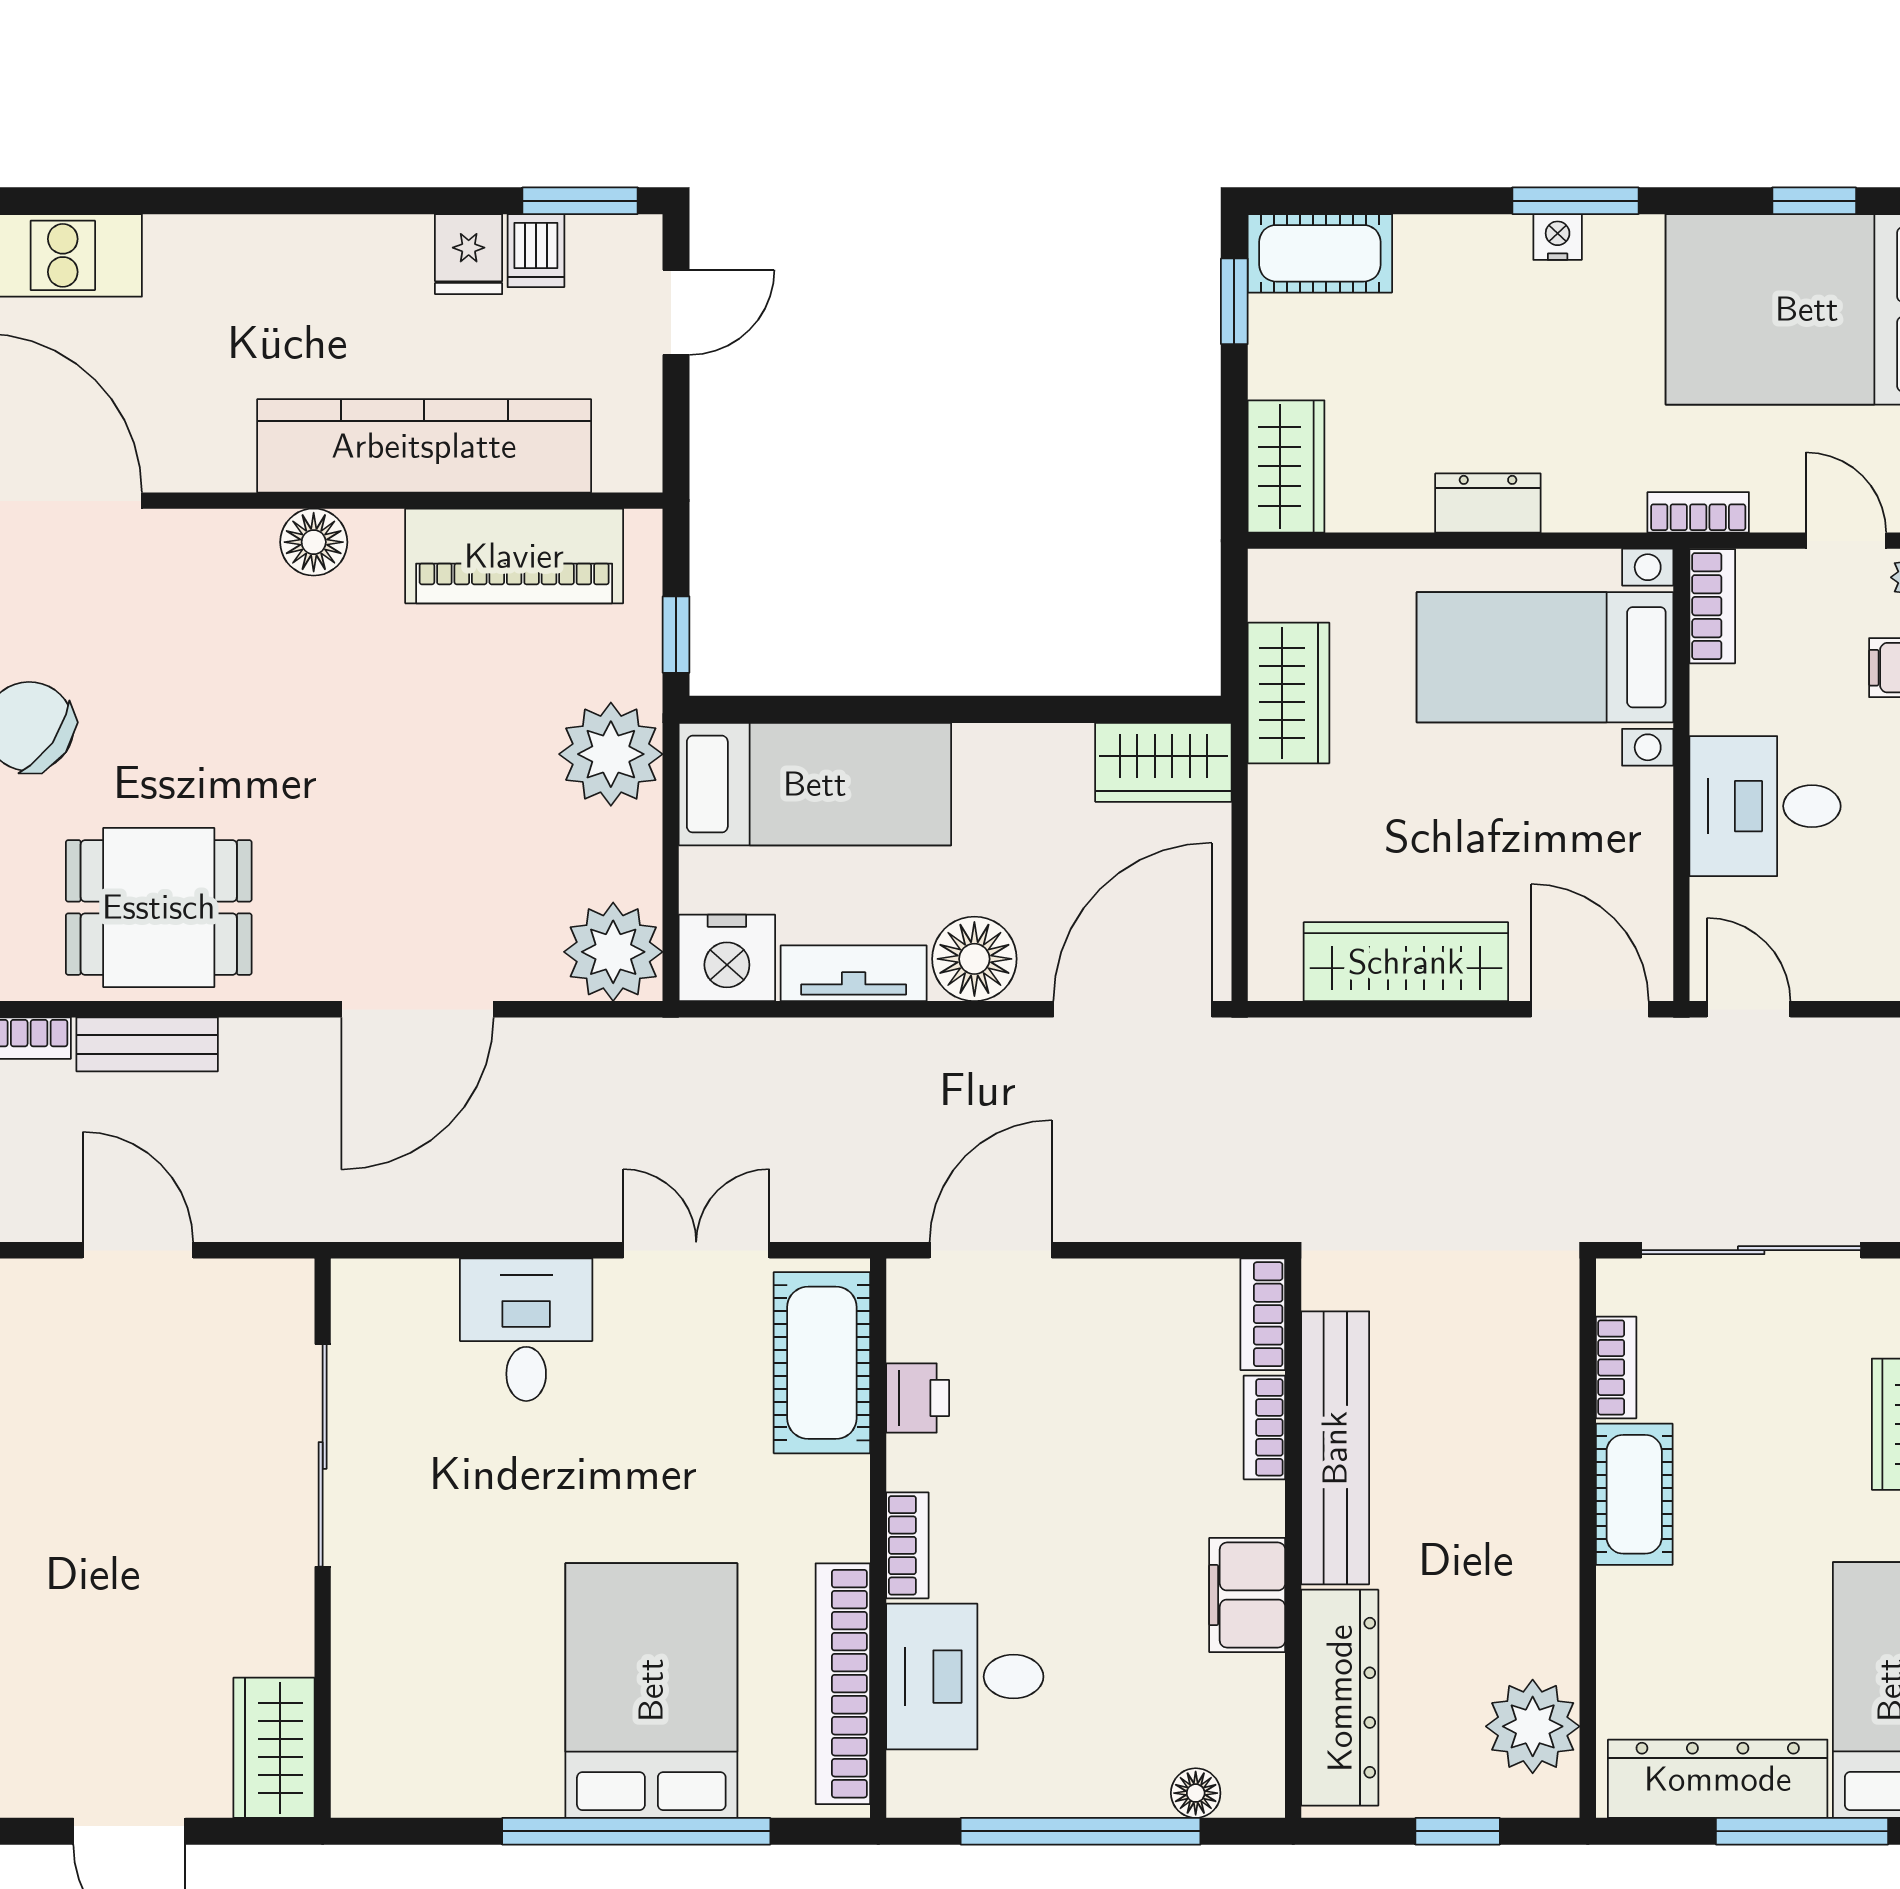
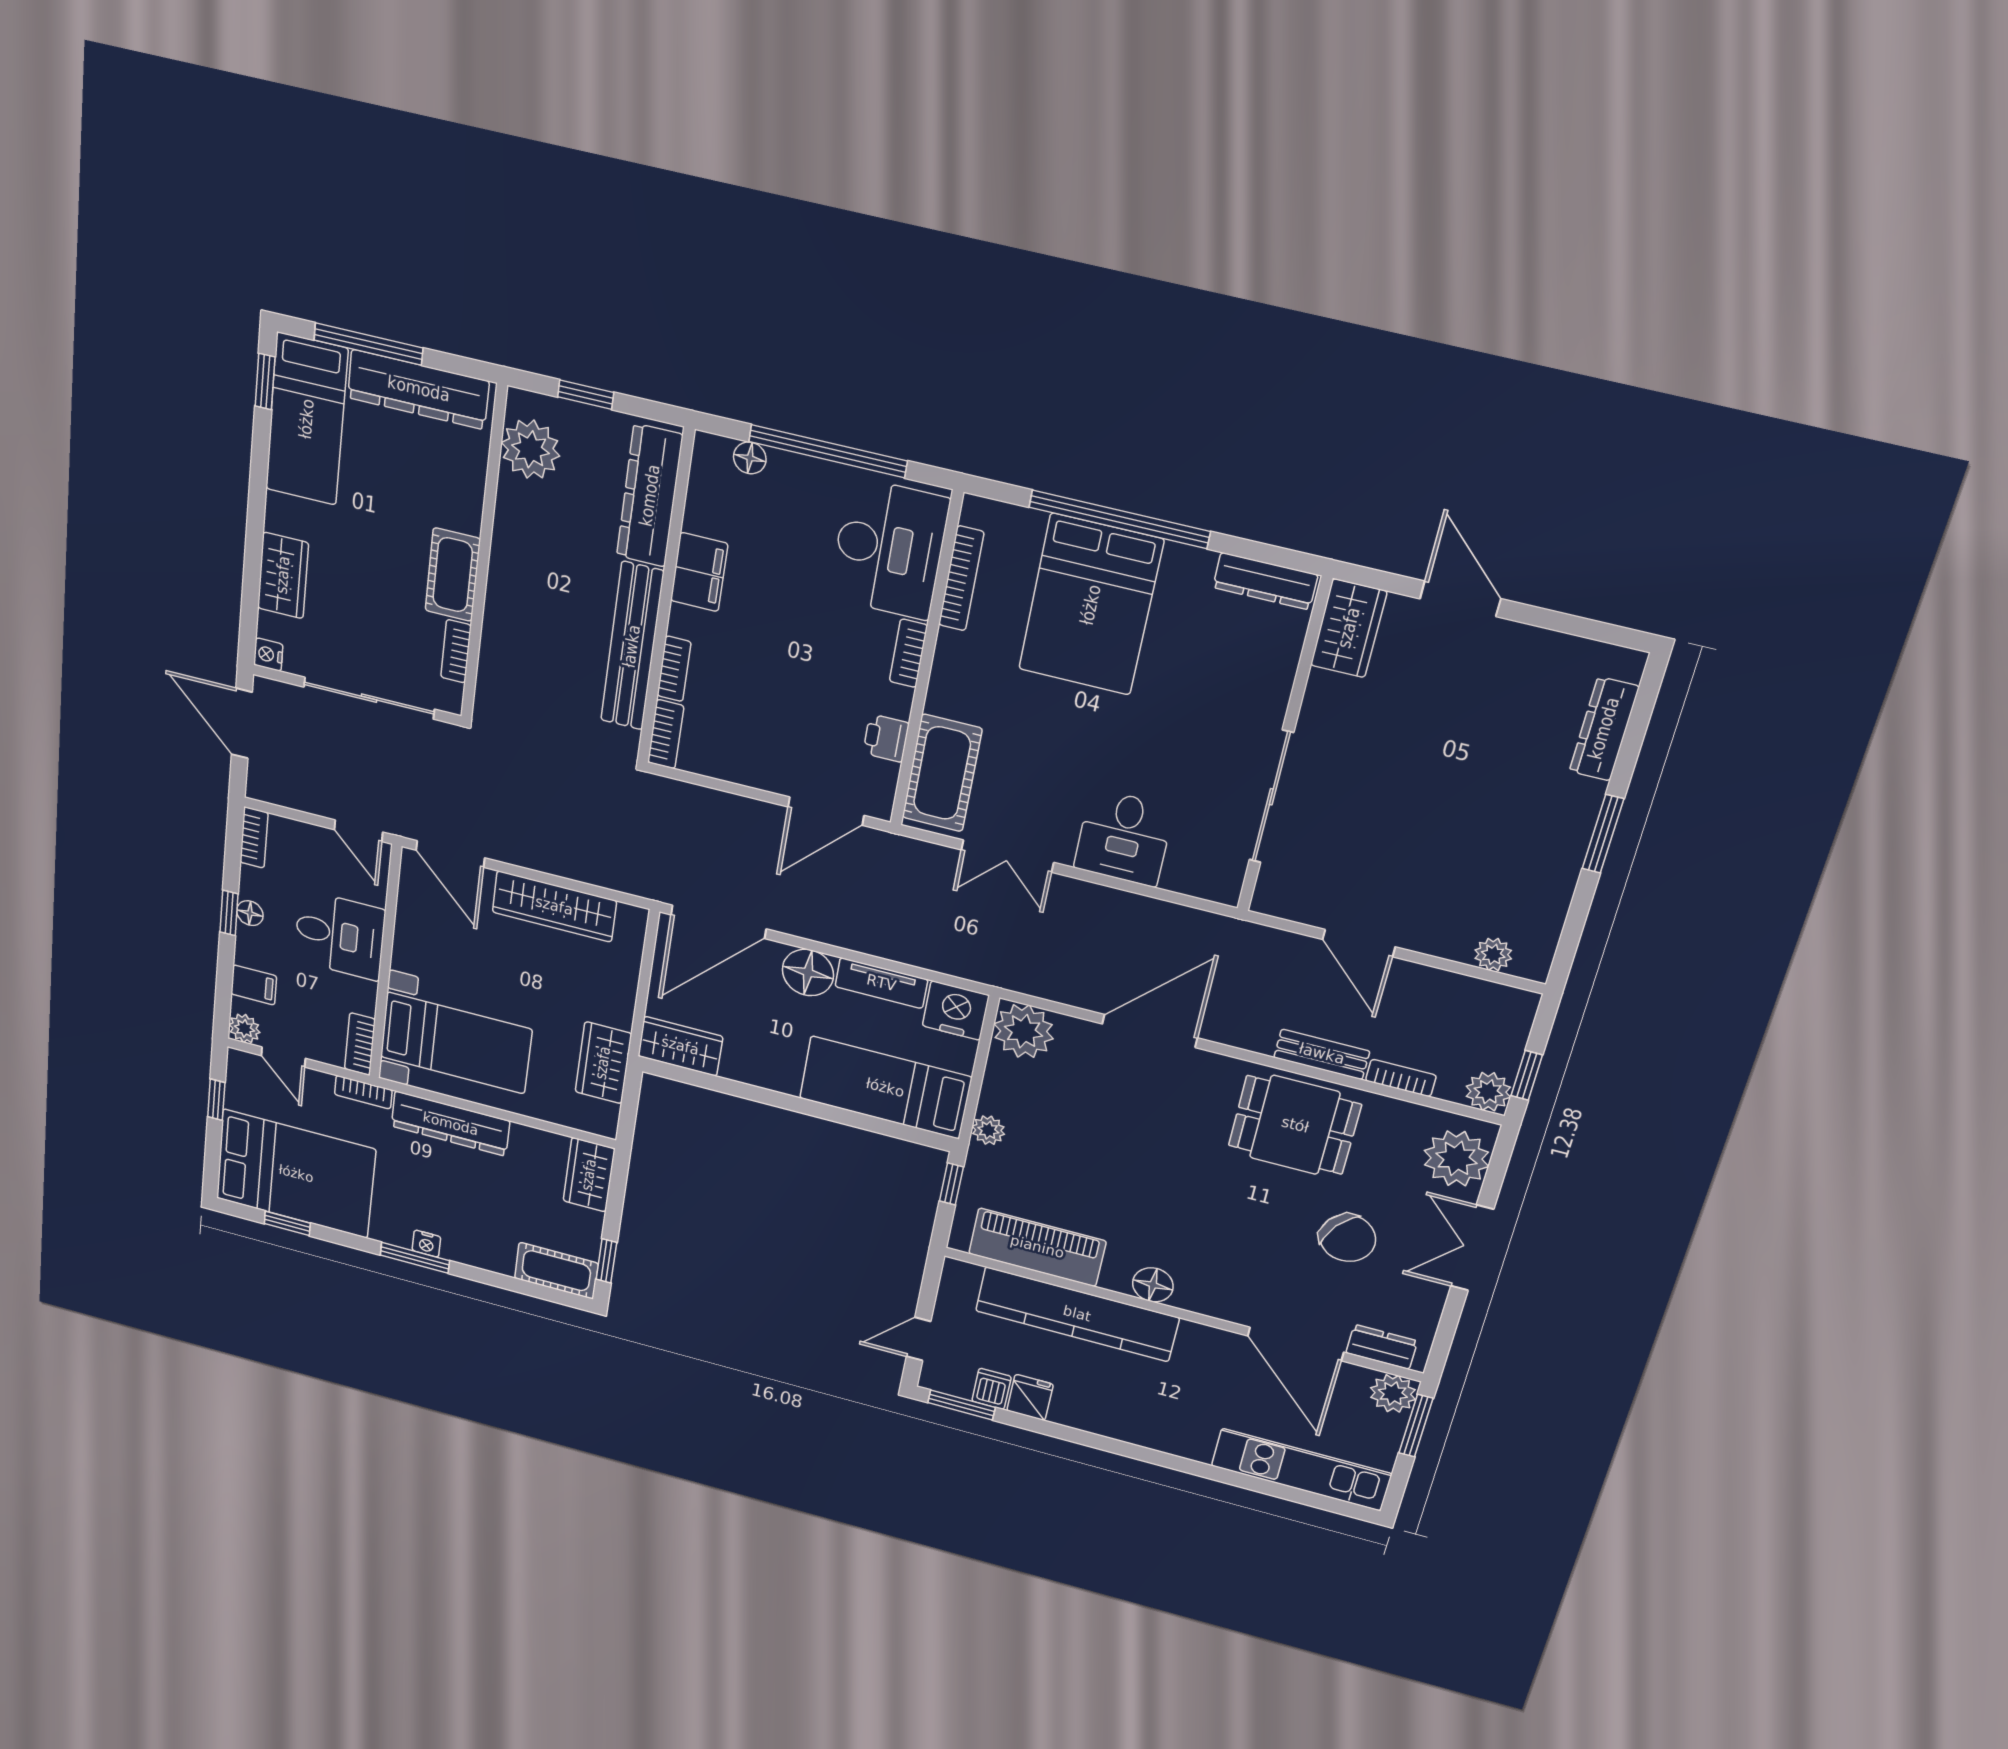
dresser: (1488, 503) -> (450, 1124), width x1.96, depth x1.24
plant: (611, 754) -> (988, 1130), width x0.53, depth x0.53
desk: (965, 1677) -> (889, 549), width x1.37
bookcase: (843, 1684) -> (961, 578), width x0.68, depth x0.76
dresser: (408, 1789) -> (1265, 581), added

